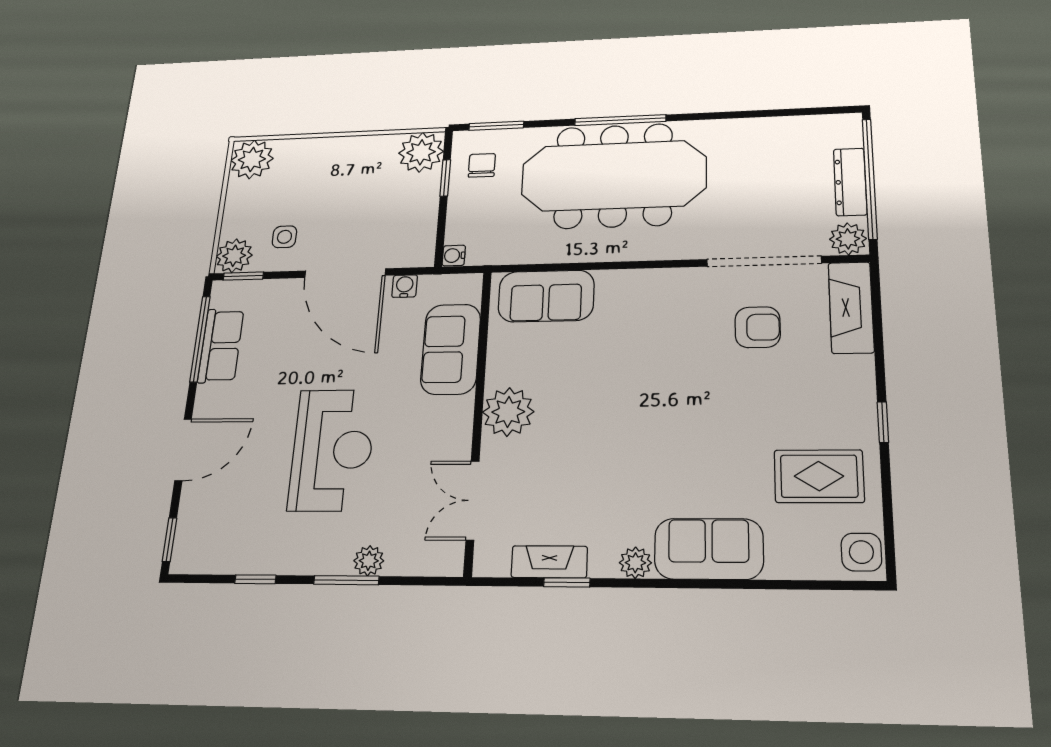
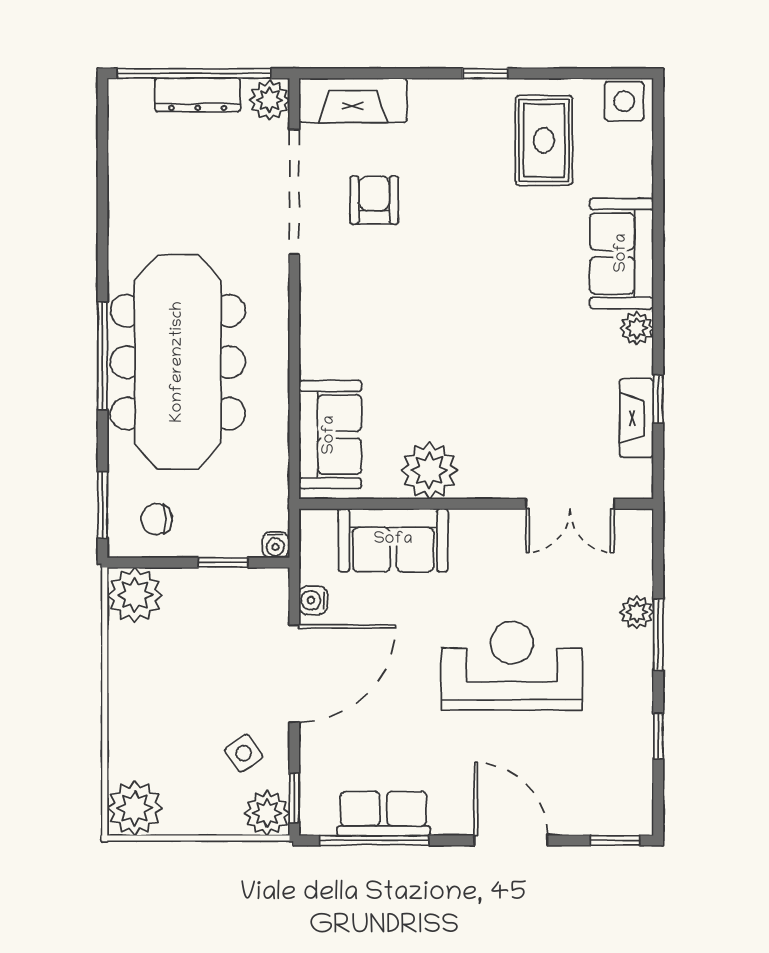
window: (445, 178) -> (223, 563), moved
side table: (284, 237) -> (244, 753), turned -35
plant: (508, 412) -> (429, 470), moved

